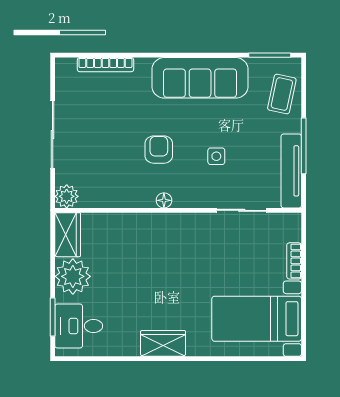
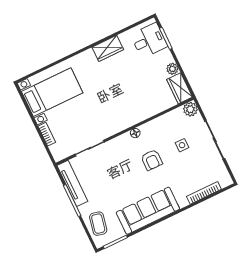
side table: (216, 156) -> (182, 145), moved
plant: (73, 276) -> (172, 69), width x0.53, depth x0.53
wardrobe: (163, 343) -> (108, 48), moved

